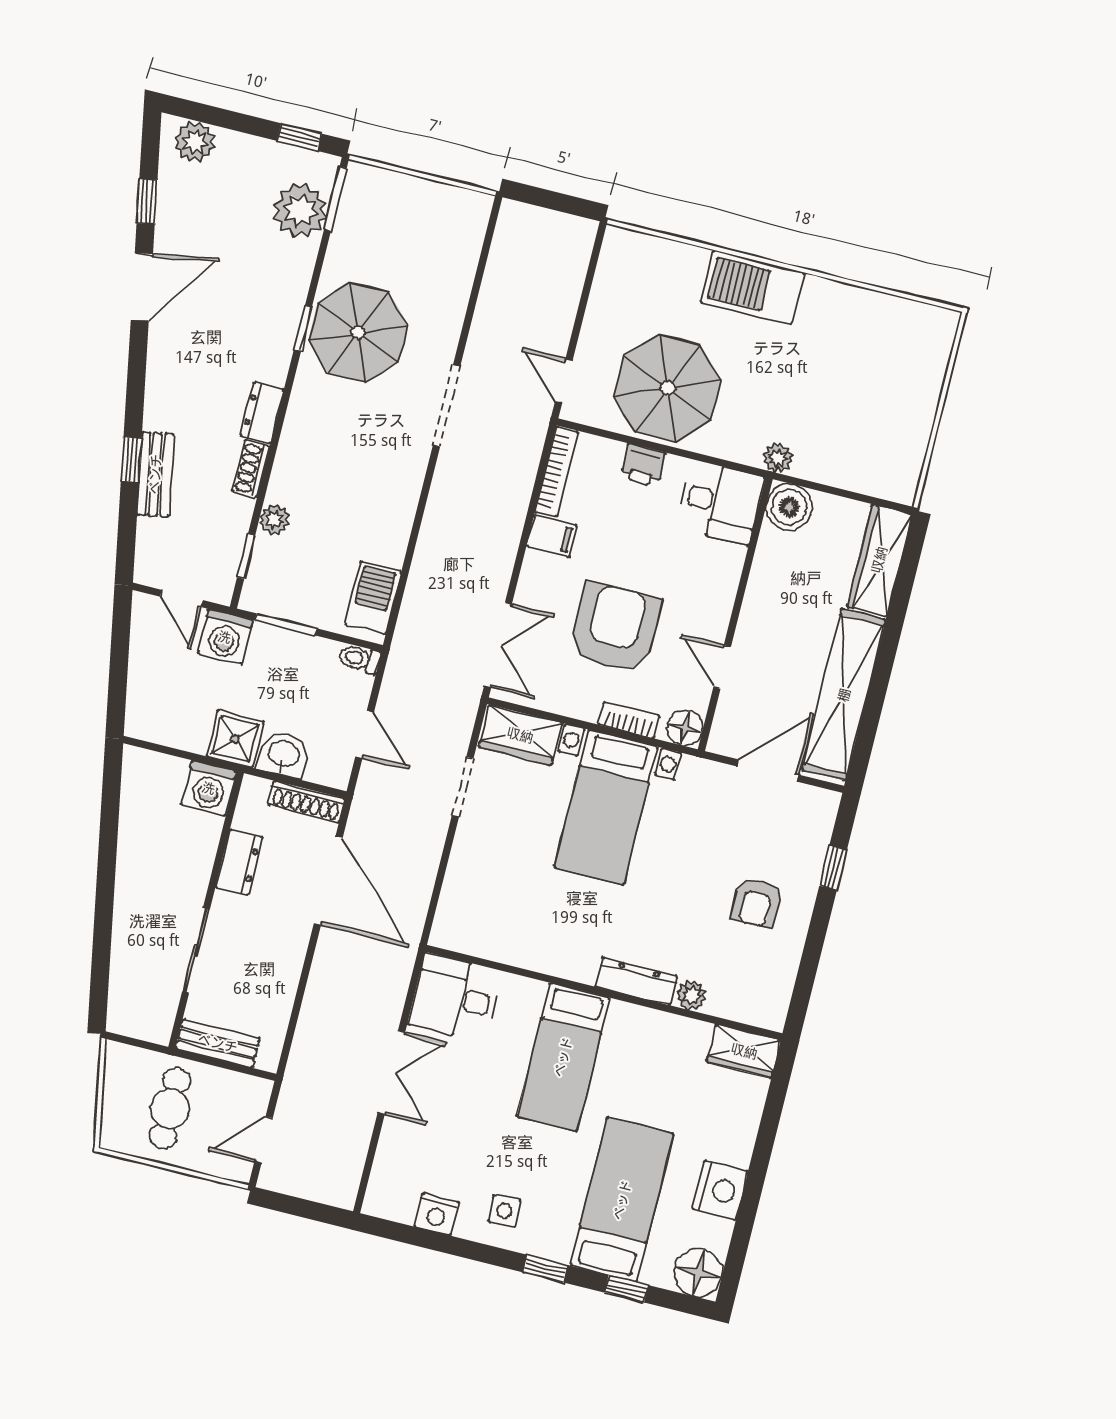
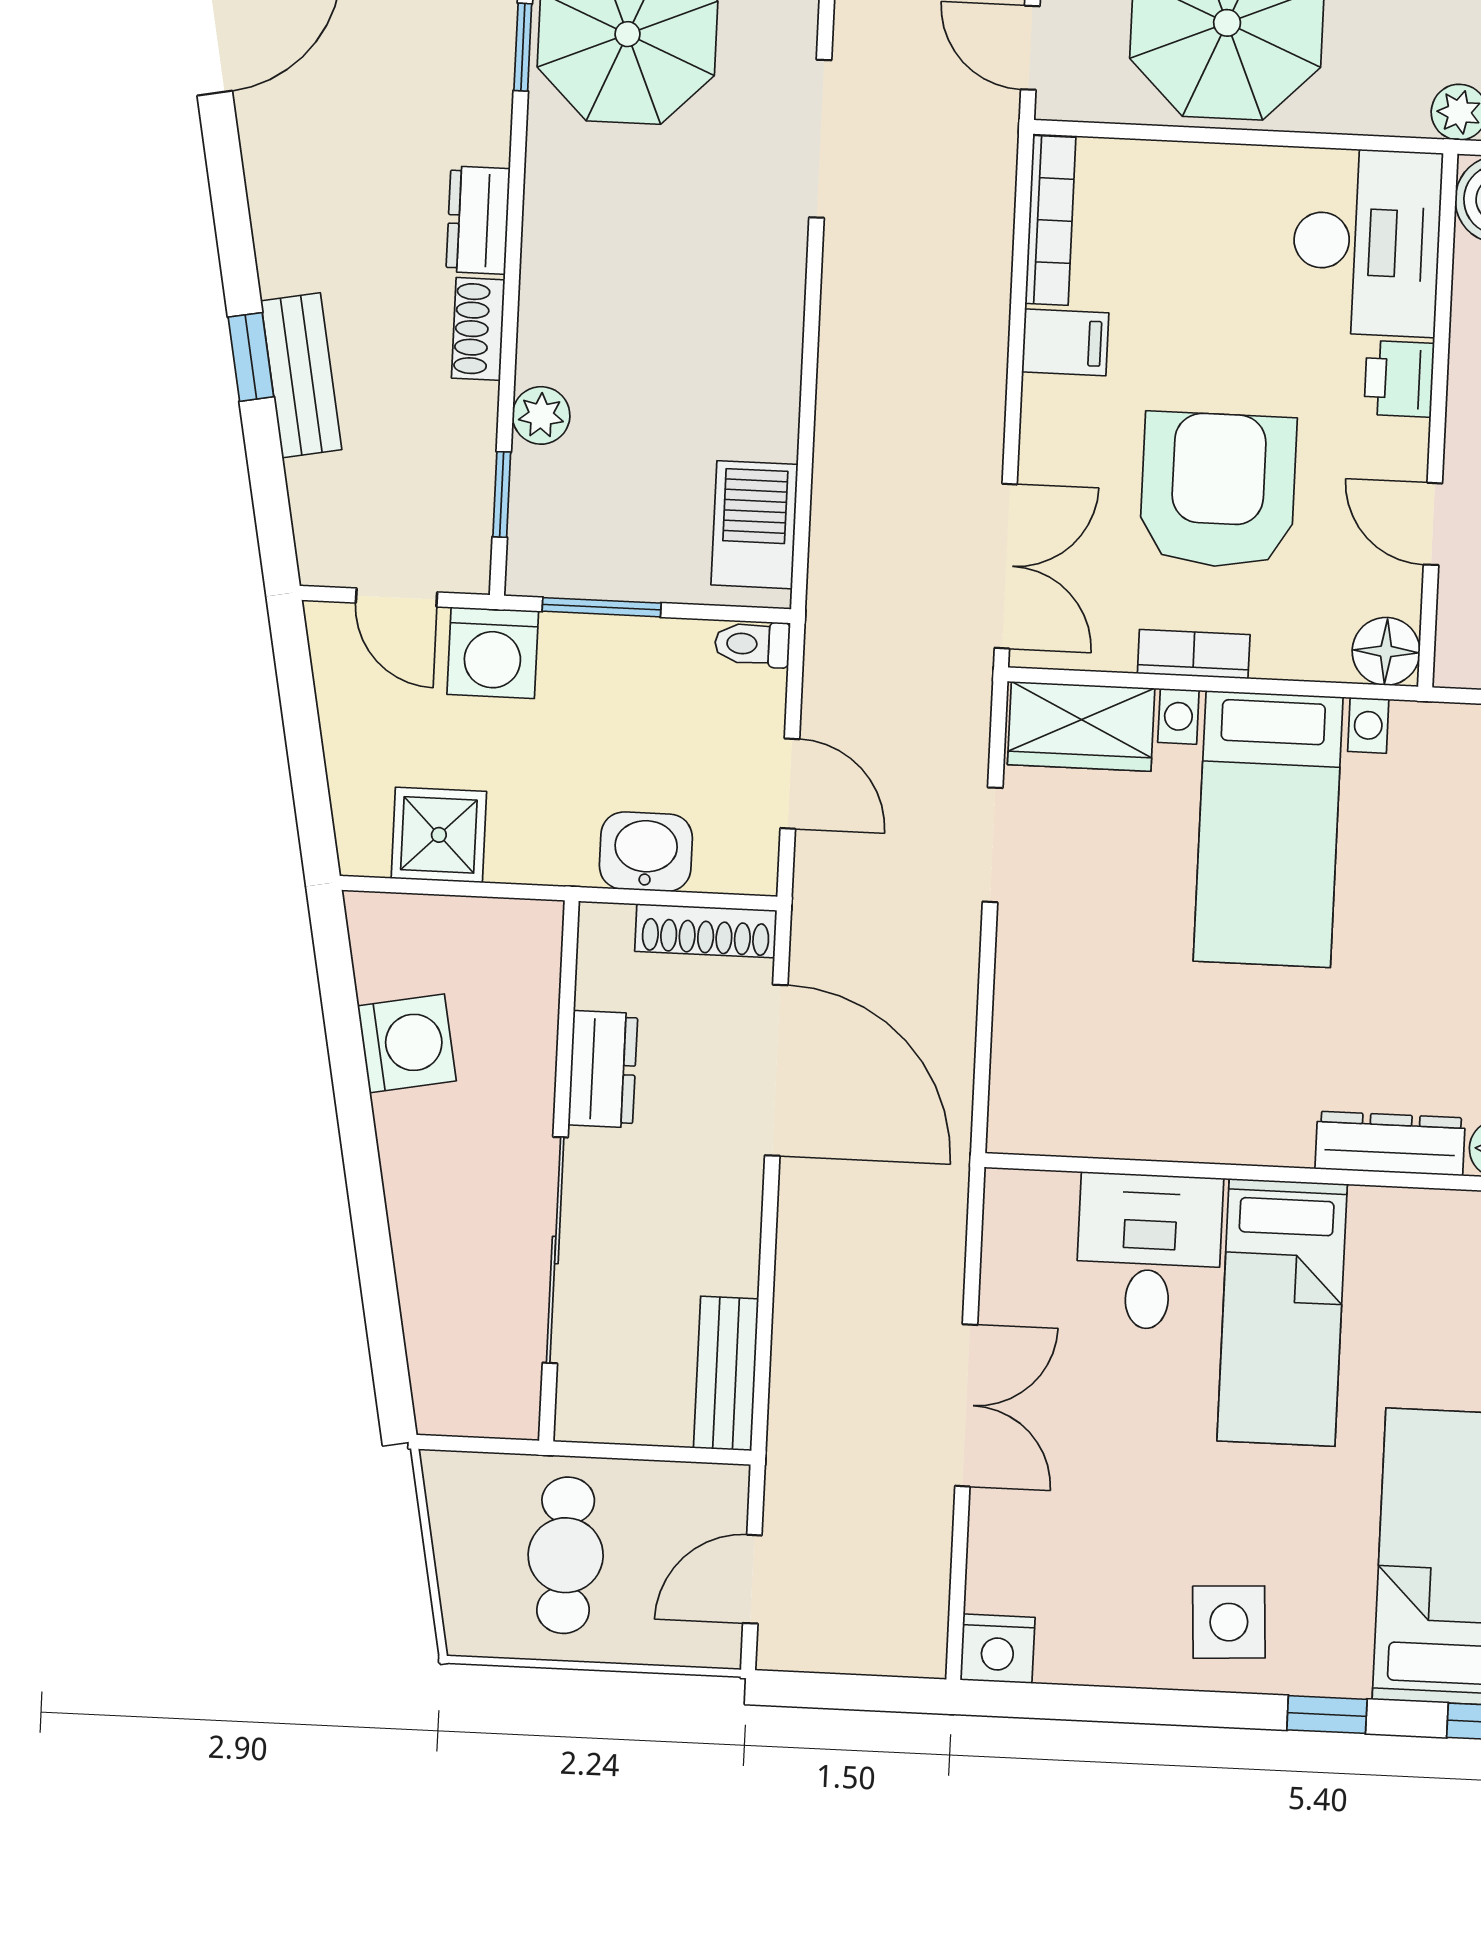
printer: (643, 465) -> (1399, 379), moved, turned 90
desk: (720, 503) -> (1367, 242), width x1.37
bookcase: (629, 720) -> (1194, 654), moved
shower: (235, 739) -> (439, 835), moved
washing machine: (209, 788) -> (407, 1043), moved, turned -101
sliding door: (196, 950) -> (555, 1250), width x1.37
desk: (455, 998) -> (1149, 1252), moved, turned 90
bench: (218, 1043) -> (726, 1373), moved, turned 90
side table: (504, 1211) -> (1229, 1622), width x1.37, depth x1.37
nightstand: (437, 1214) -> (998, 1649), moved

